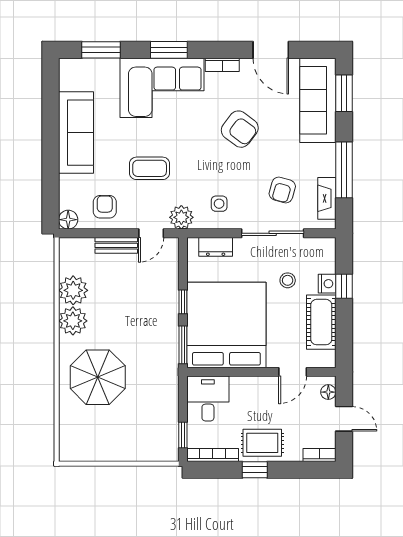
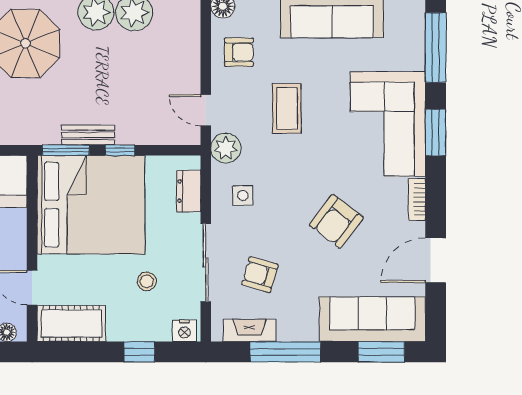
window: (101, 50) -> (436, 48), width x1.44
bench: (116, 245) -> (88, 135), moved, turned 90
nightstand: (327, 284) -> (185, 331), moved
cot: (321, 322) -> (71, 324), moved

